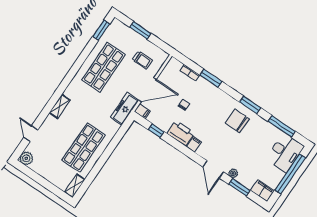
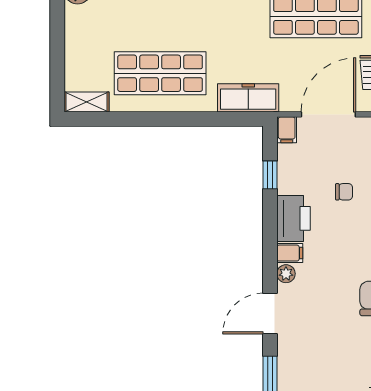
door: (148, 90) -> (328, 114), swing flipped
freezer: (125, 109) -> (248, 98), moved
plant: (233, 173) -> (286, 274), moved

